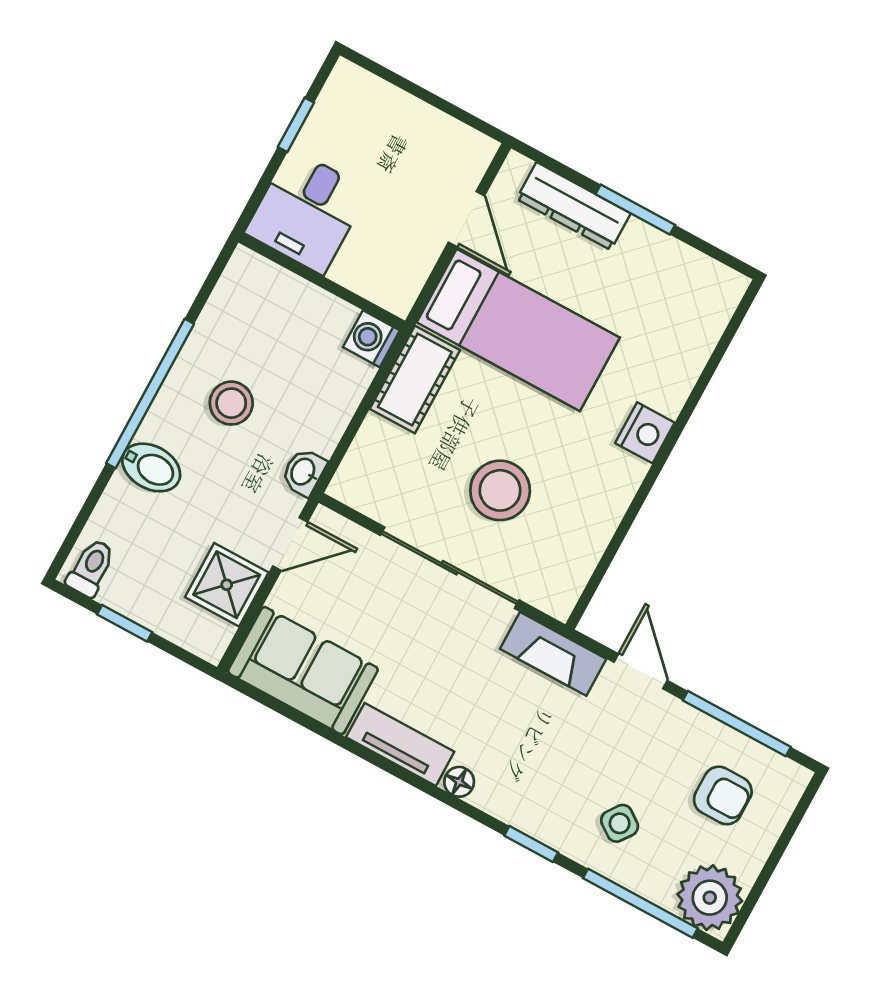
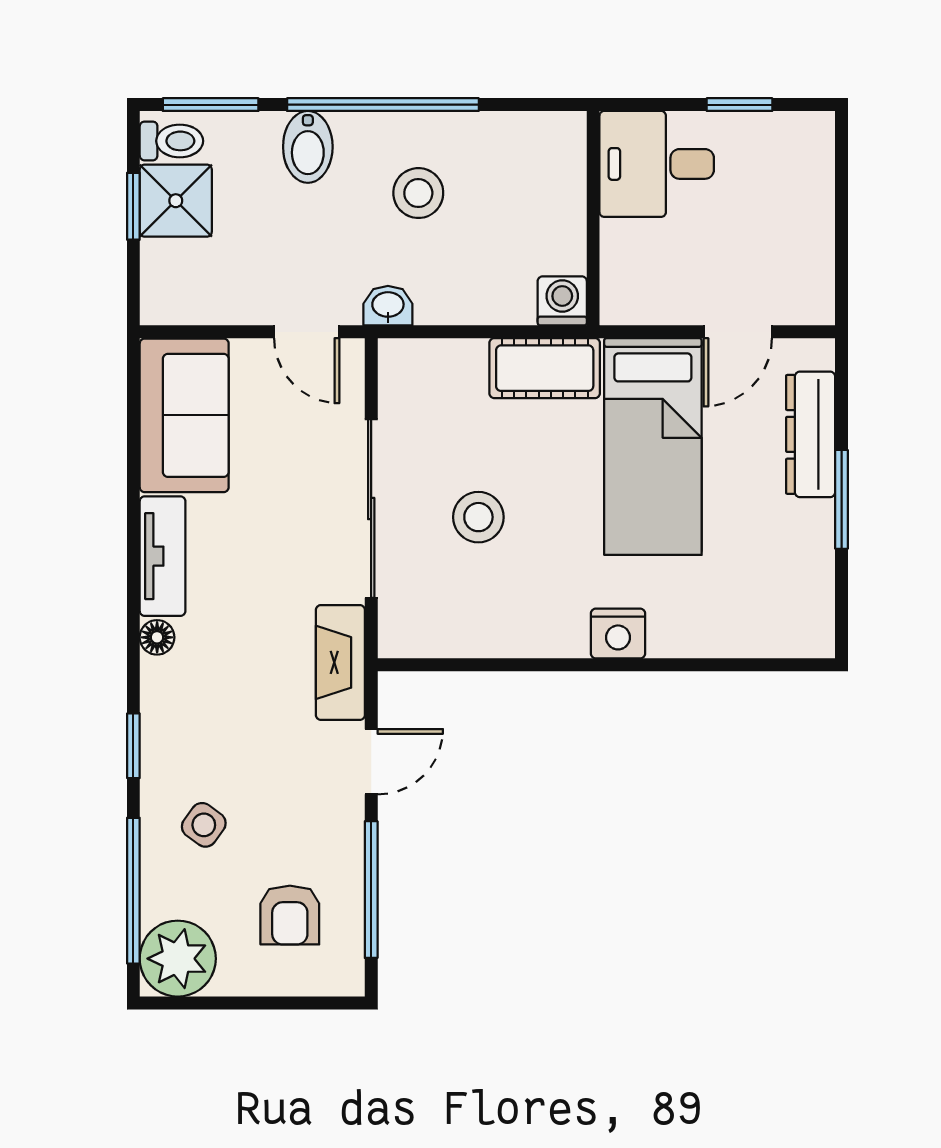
stool: (500, 490) -> (478, 517), width x0.73, depth x0.73
window: (80, 523) -> (211, 105), added
shower: (227, 585) -> (176, 201), moved

